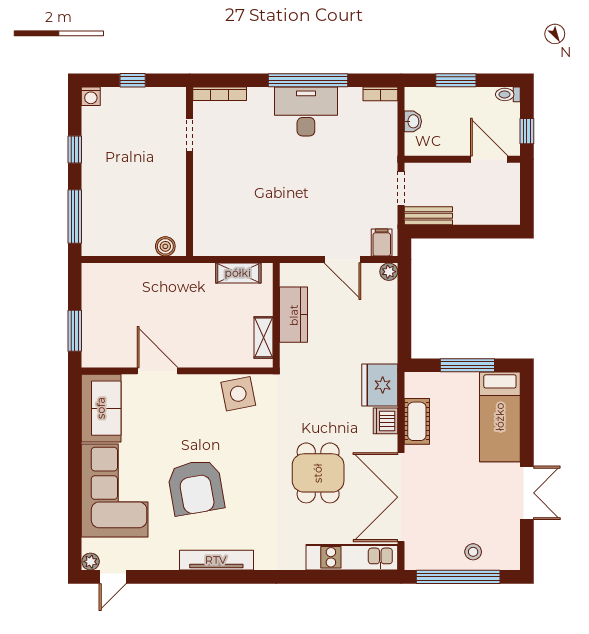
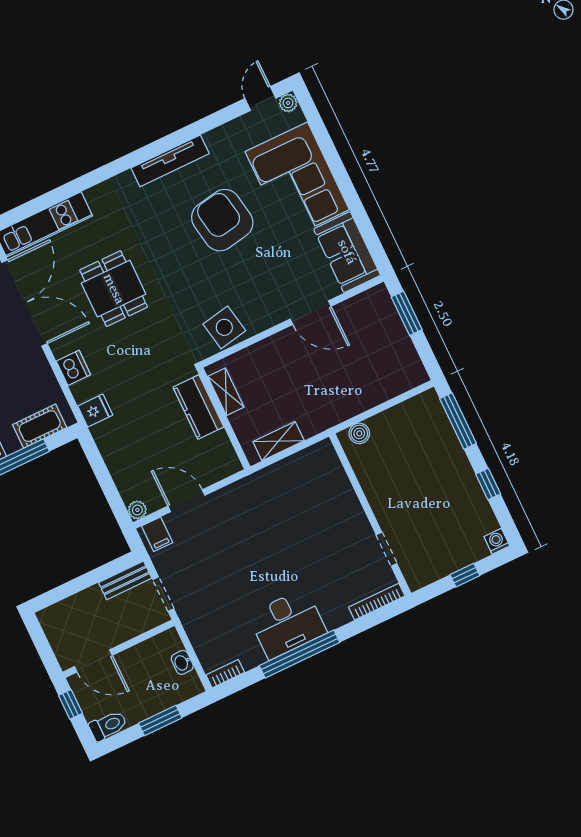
toilet: (508, 94) -> (108, 726), width x1.37, depth x1.39
kitchen counter: (294, 315) -> (198, 407), moved
fridge: (380, 385) -> (95, 411), width x0.53, depth x0.75
cot: (417, 421) -> (40, 426), moved, turned 90

